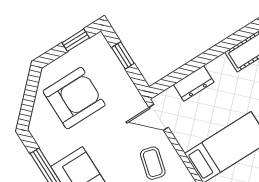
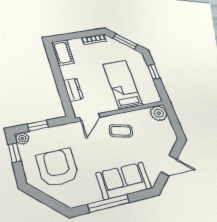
plant: (98, 43) -> (22, 138), added

